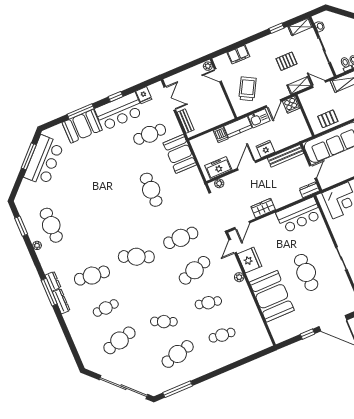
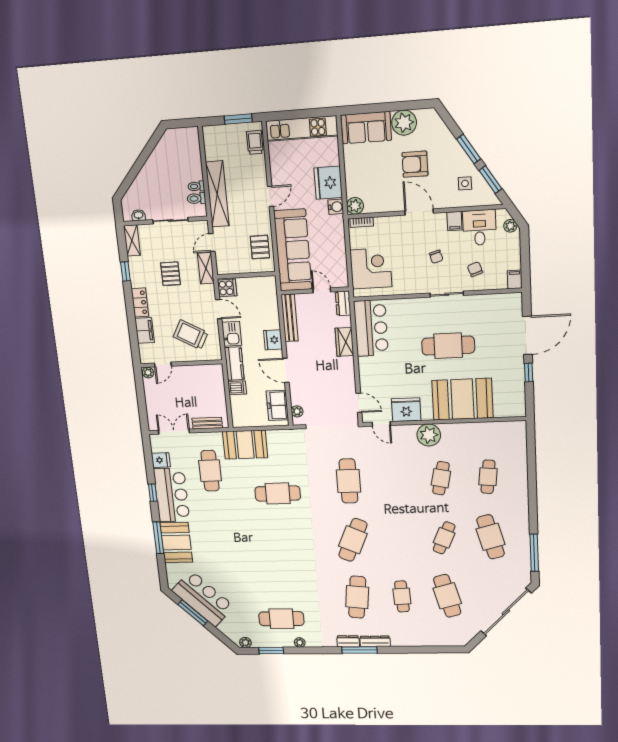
locker: (258, 45) -> (140, 302), added
plant: (20, 204) -> (245, 643), added
wardrobe: (263, 208) -> (344, 342), moved
cafe table: (195, 270) -> (394, 480), removed
plant: (239, 277) -> (429, 435), width x1.87, depth x1.87

